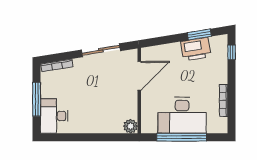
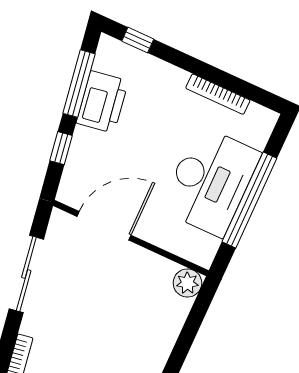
window: (199, 34) -> (79, 84), width x1.44
window: (166, 40) -> (61, 148), added
door: (139, 76) -> (104, 226), hinge flipped

